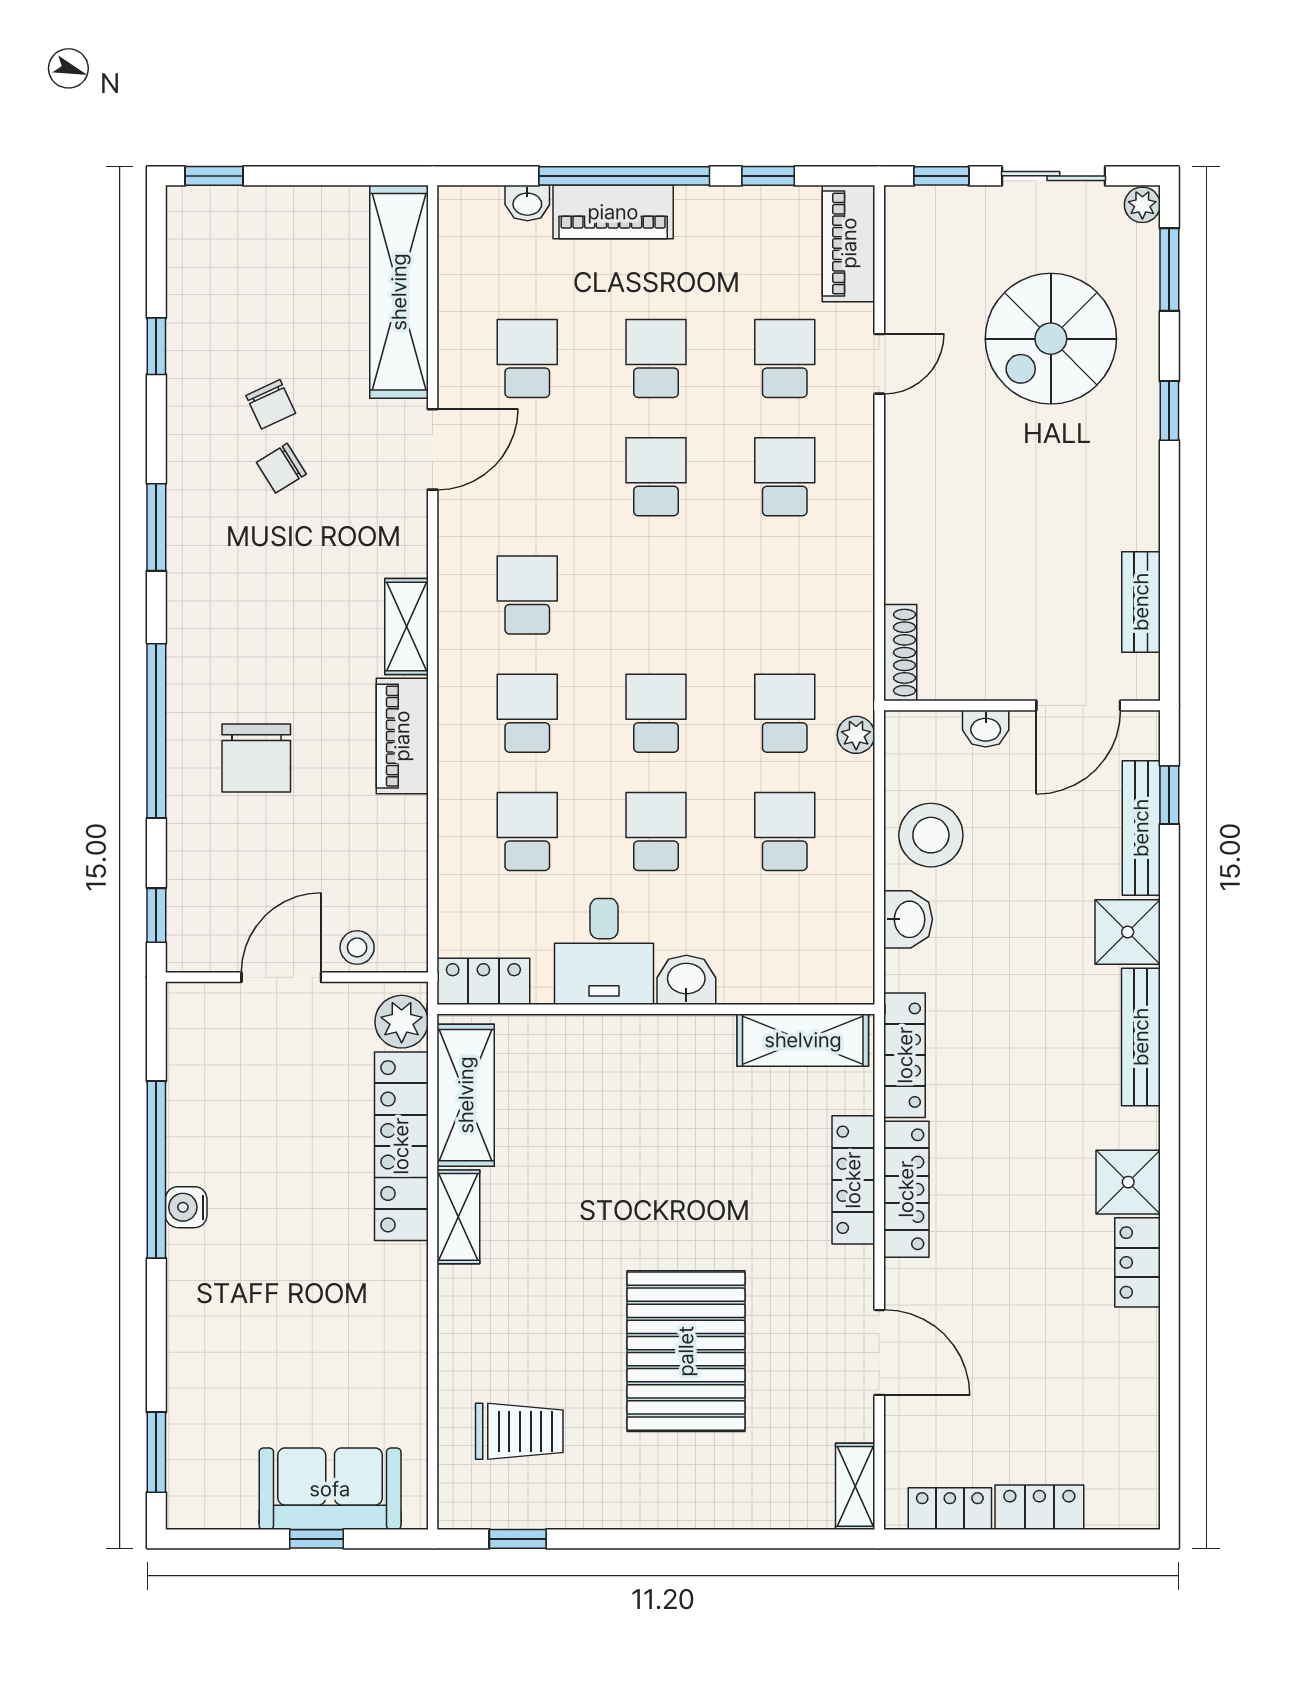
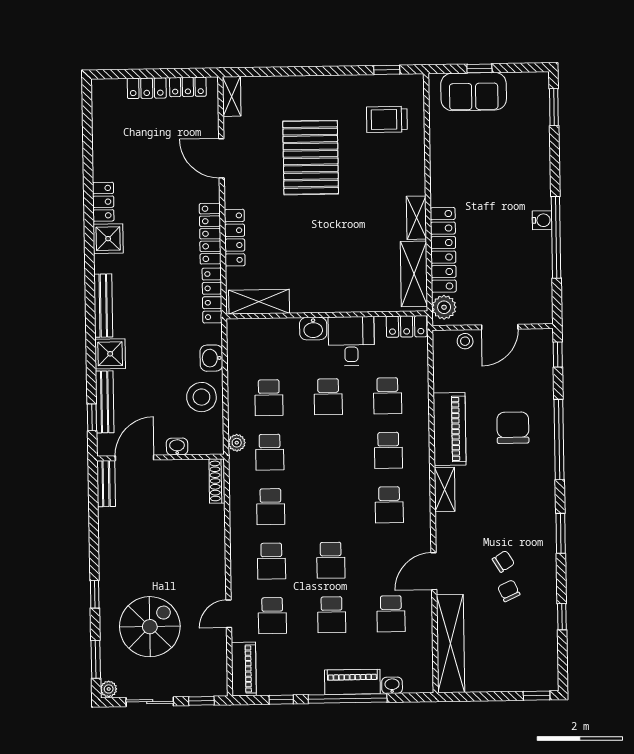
bench: (1141, 602) -> (106, 484), moved
school desk: (656, 713) -> (271, 507), moved
piano: (402, 736) -> (450, 429), width x1.37, depth x1.33

